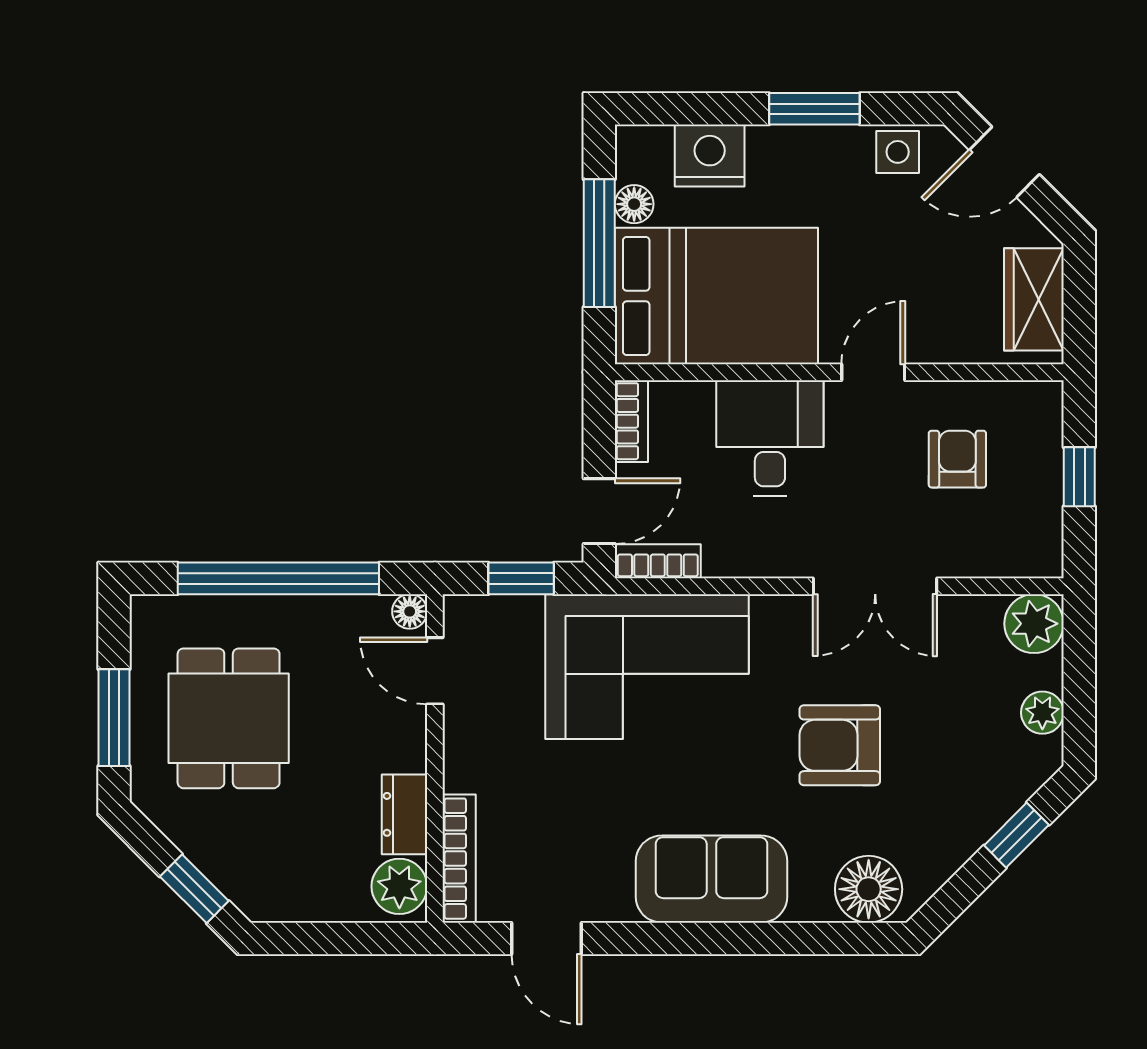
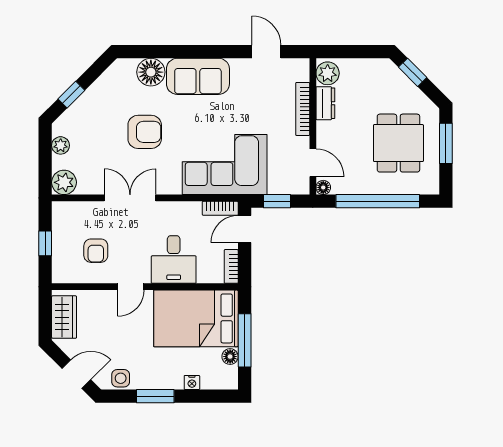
nightstand: (710, 156) -> (192, 382), width x0.53, depth x0.56
bookcase: (459, 859) -> (303, 109), moved
floor lamp: (869, 889) -> (151, 72), moved

